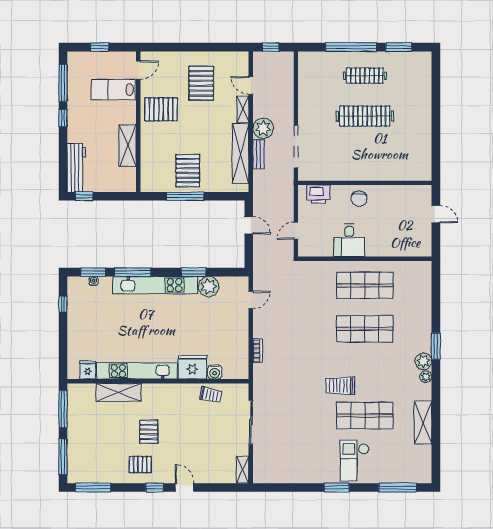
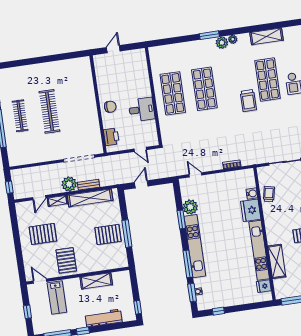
workbench: (76, 168) -> (104, 318), moved

